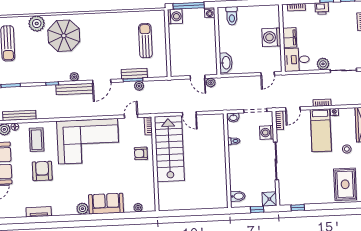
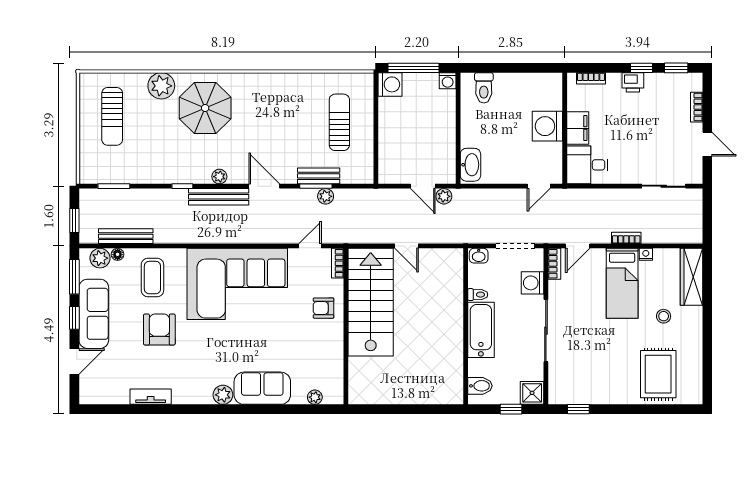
plant: (323, 64) -> (631, 174), removed
door: (102, 81) -> (264, 186), swing flipped
bathtub: (237, 162) -> (481, 330), added

